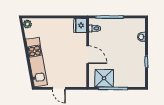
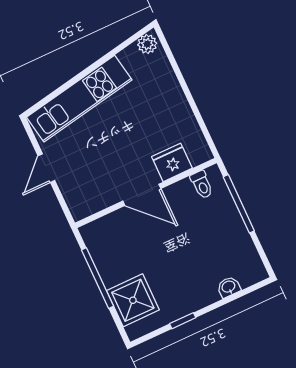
fridge: (80, 25) -> (172, 162), moved
door: (88, 55) -> (142, 195), hinge flipped
shower: (104, 78) -> (133, 300), moved

